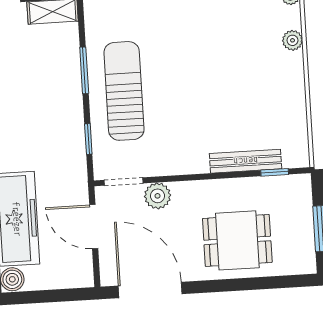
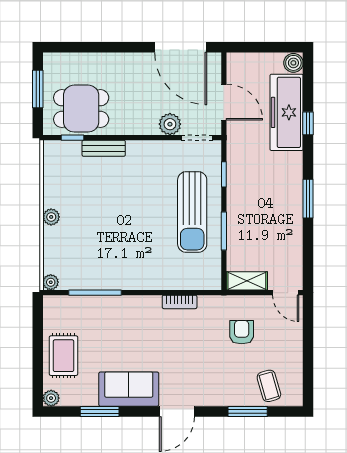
plant: (292, 40) -> (51, 217), moved
bench: (246, 161) -> (104, 148), width x0.73
dining table: (237, 240) -> (81, 109), moved

